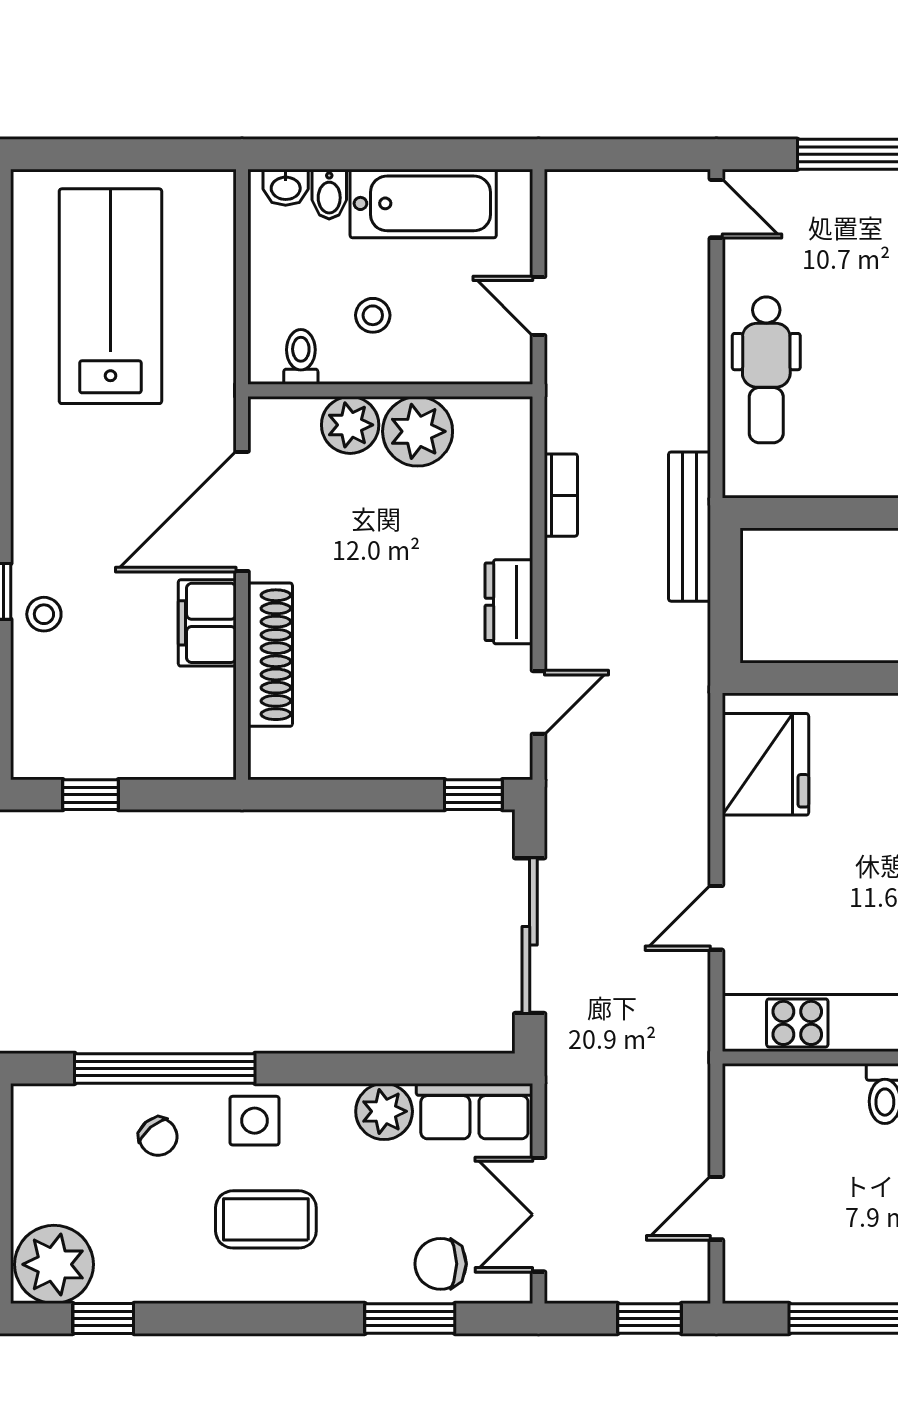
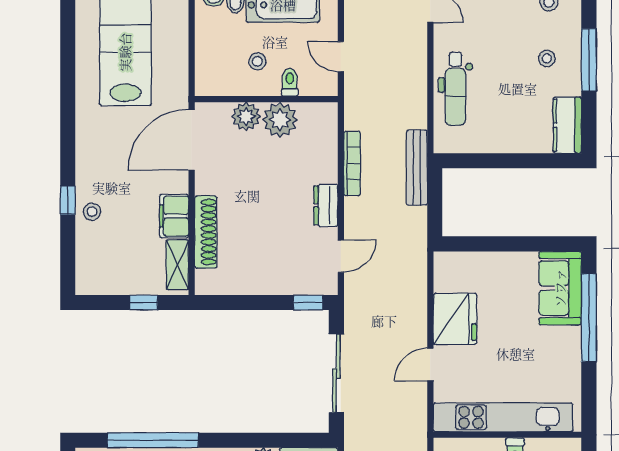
toilet: (301, 357) -> (290, 82), moved
bookcase: (561, 495) -> (352, 163), width x1.56
door: (242, 511) -> (192, 140), moved
shelving: (214, 720) -> (177, 265), added
fridge: (765, 764) -> (455, 319), moved
window: (91, 795) -> (144, 302), moved

